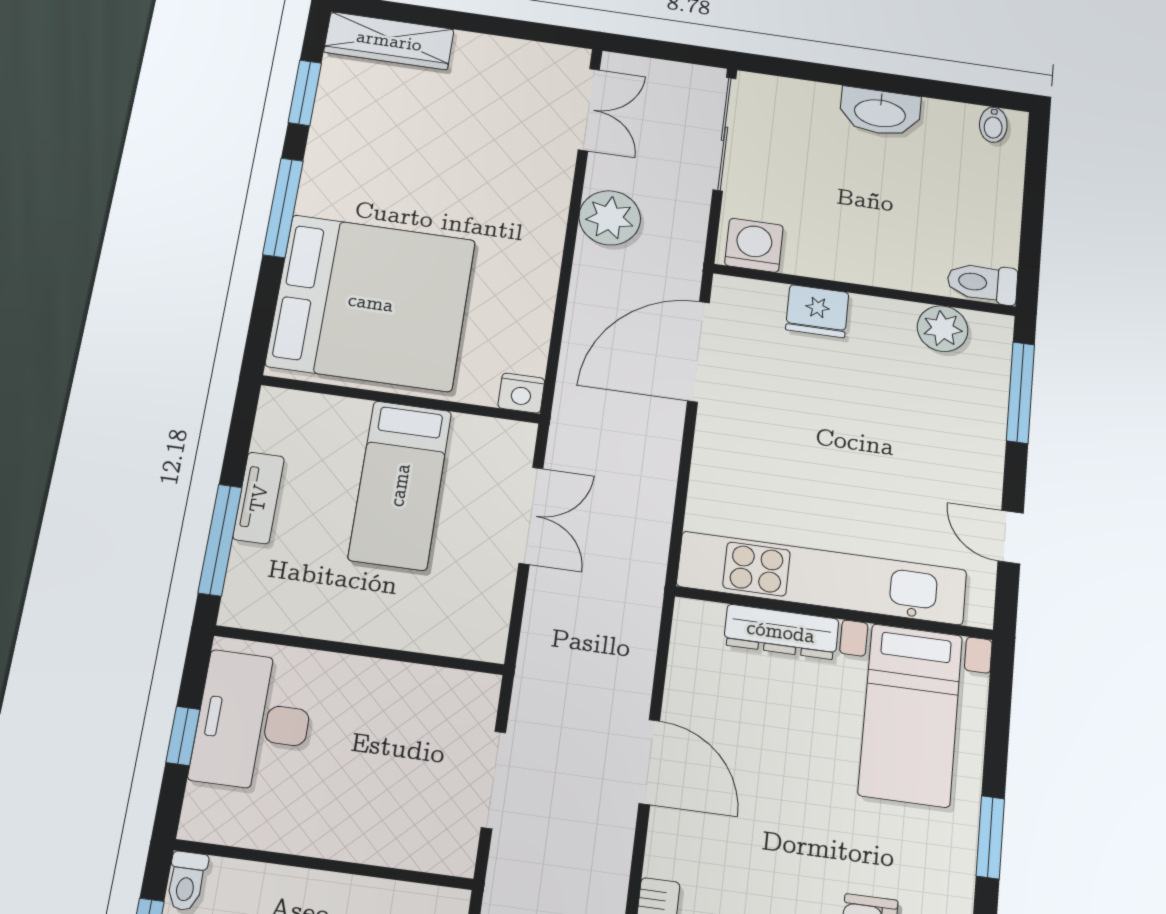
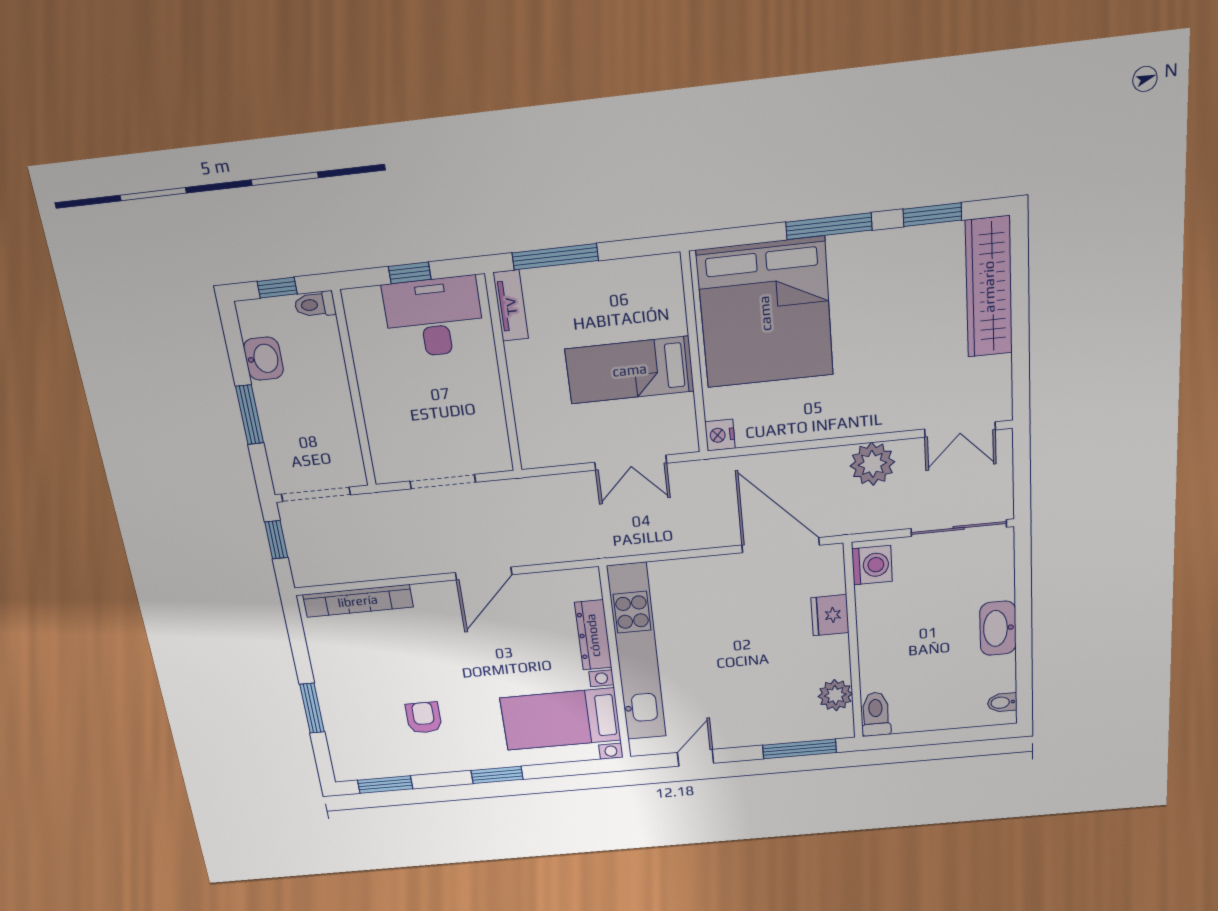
wardrobe: (389, 41) -> (989, 287), width x1.40, depth x1.17
tv unit: (259, 498) -> (511, 306), moved, turned -90

